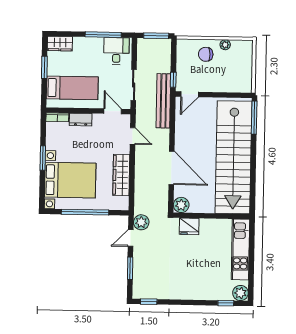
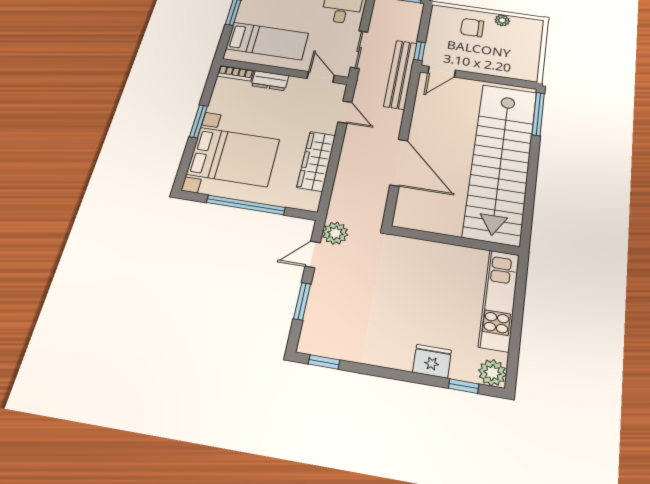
plant: (181, 205) -> (406, 217), removed
fridge: (189, 226) -> (432, 361), moved, turned 180

